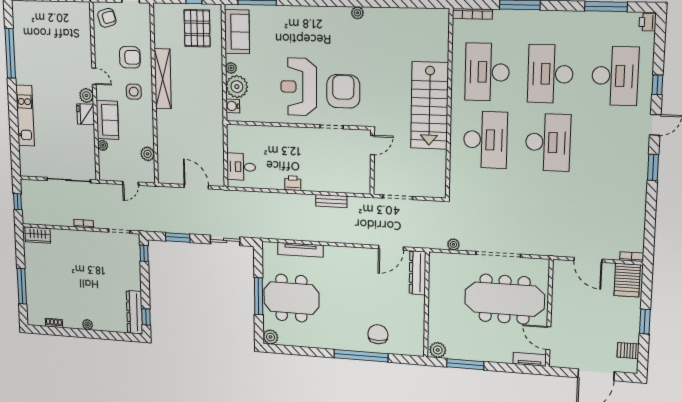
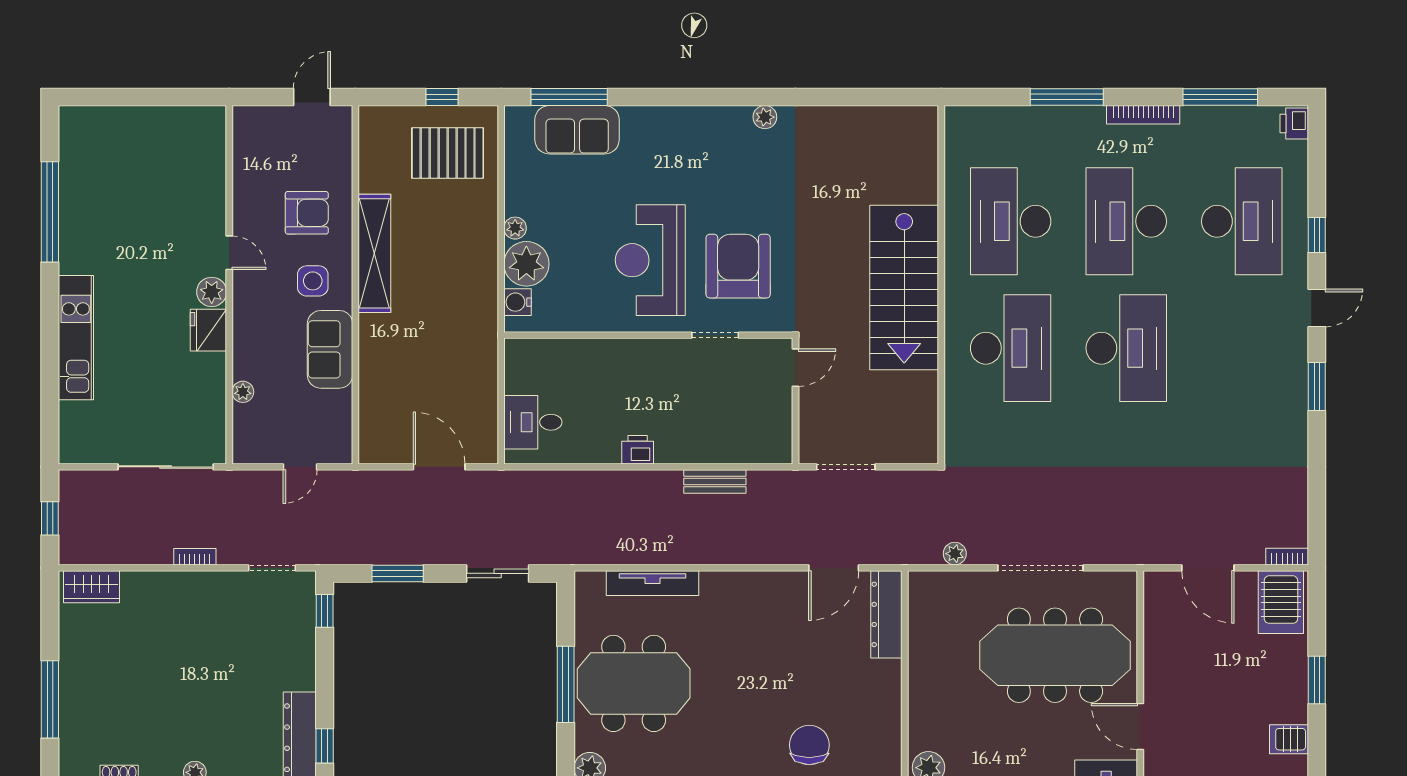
bookcase: (472, 14) -> (1143, 115), moved
armchair: (107, 18) -> (261, 136), removed
pallet: (197, 28) -> (448, 153), turned 90
sofa: (237, 32) -> (577, 130), moved, turned 90
sofa: (107, 120) -> (330, 349), moved, turned 180
plant: (148, 154) -> (338, 405), removed

